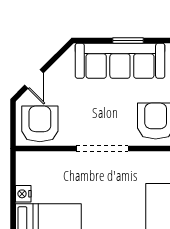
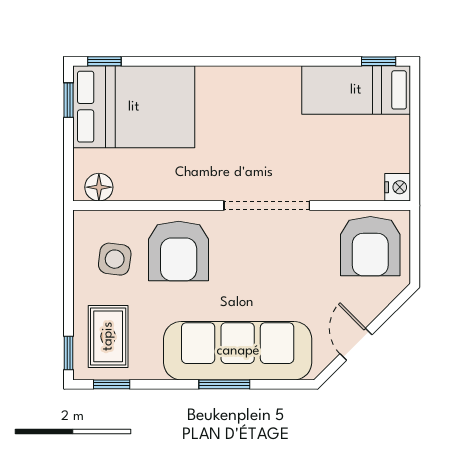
door: (34, 79) -> (356, 344), moved
nightstand: (23, 194) -> (398, 187), moved

